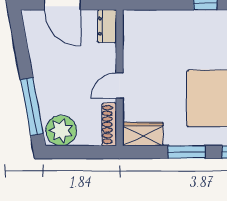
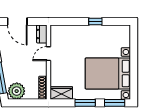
door: (120, 86) -> (48, 54), moved

